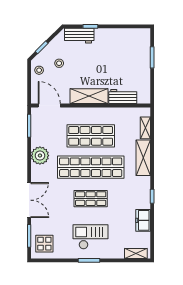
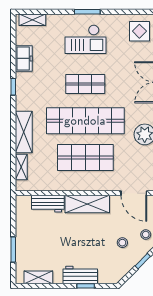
shelving: (131, 34) -> (38, 277), added
workbench: (79, 36) -> (80, 275), moved

